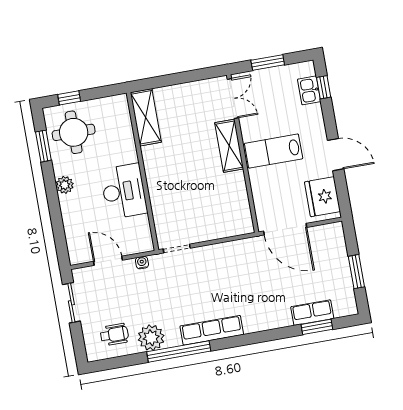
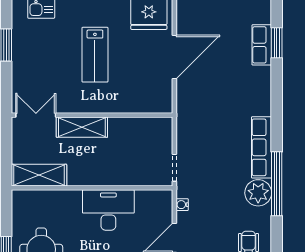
double door: (233, 99) -> (36, 115), moved
shelving: (229, 146) -> (82, 127), moved
wall: (243, 154) -> (92, 115), moved
plant: (151, 338) -> (258, 193), moved

